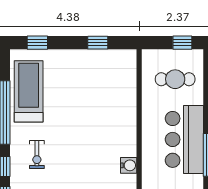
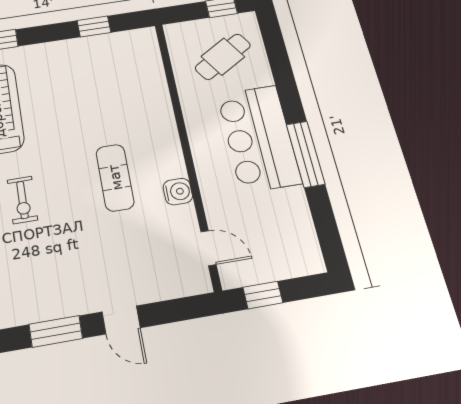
cafe table: (175, 79) -> (223, 57), turned -32
exercise mat: (93, 150) -> (115, 177), added

